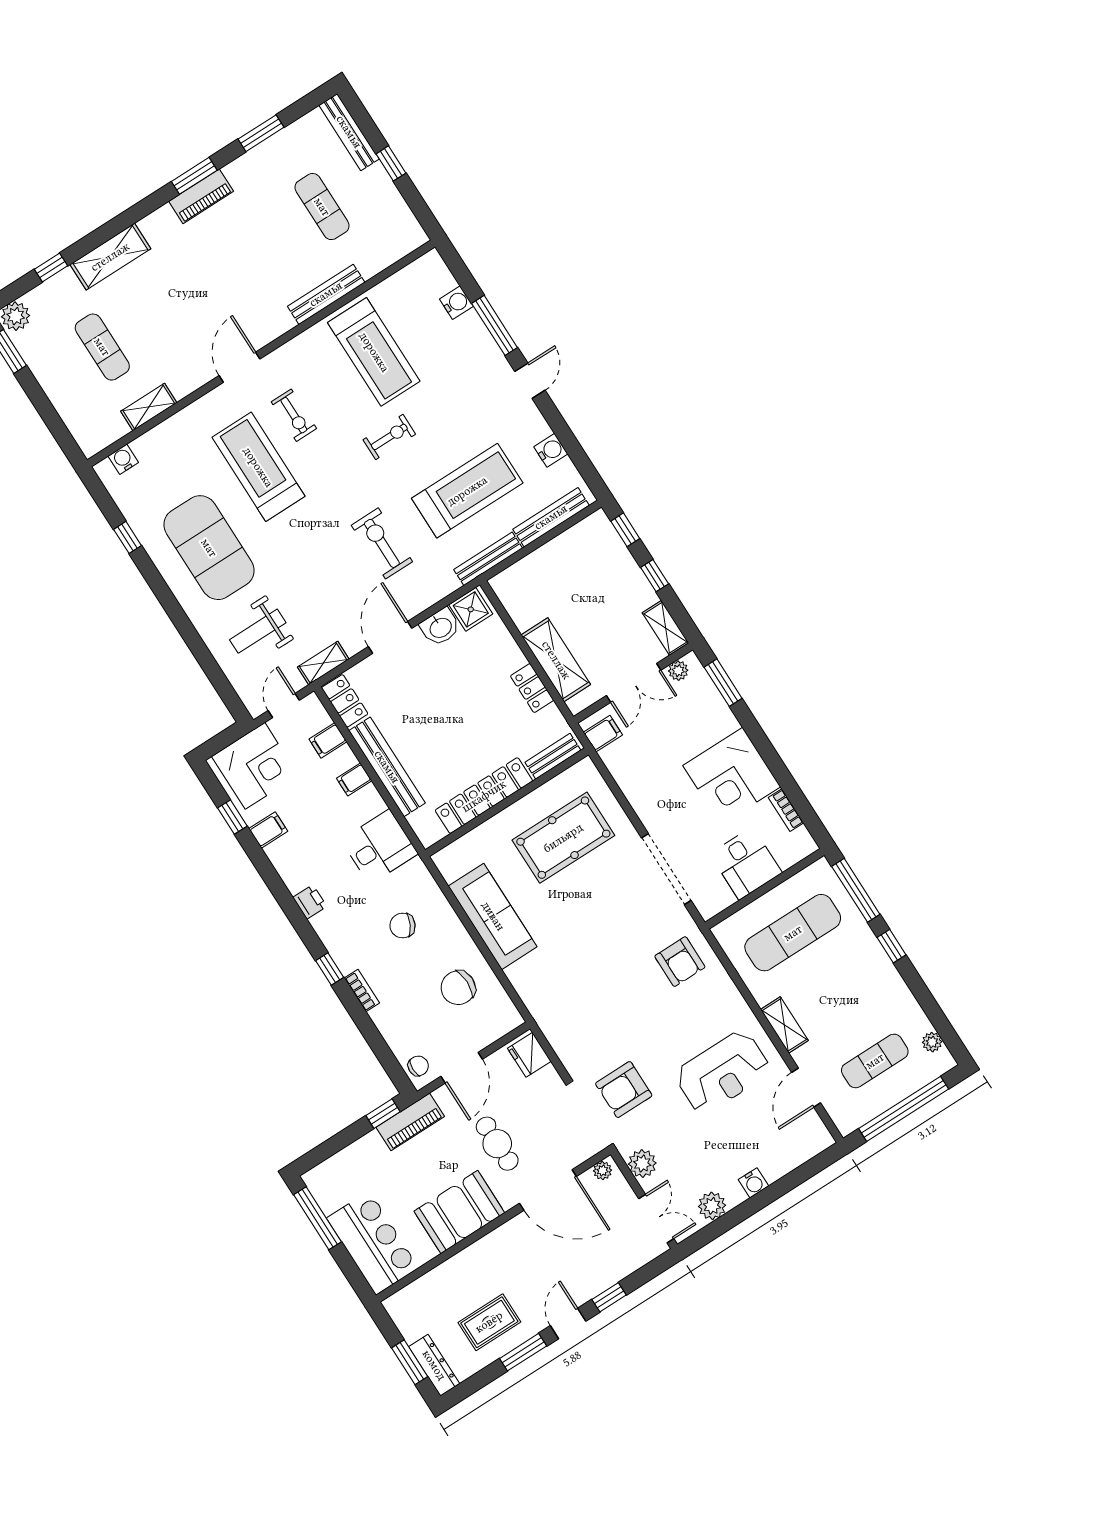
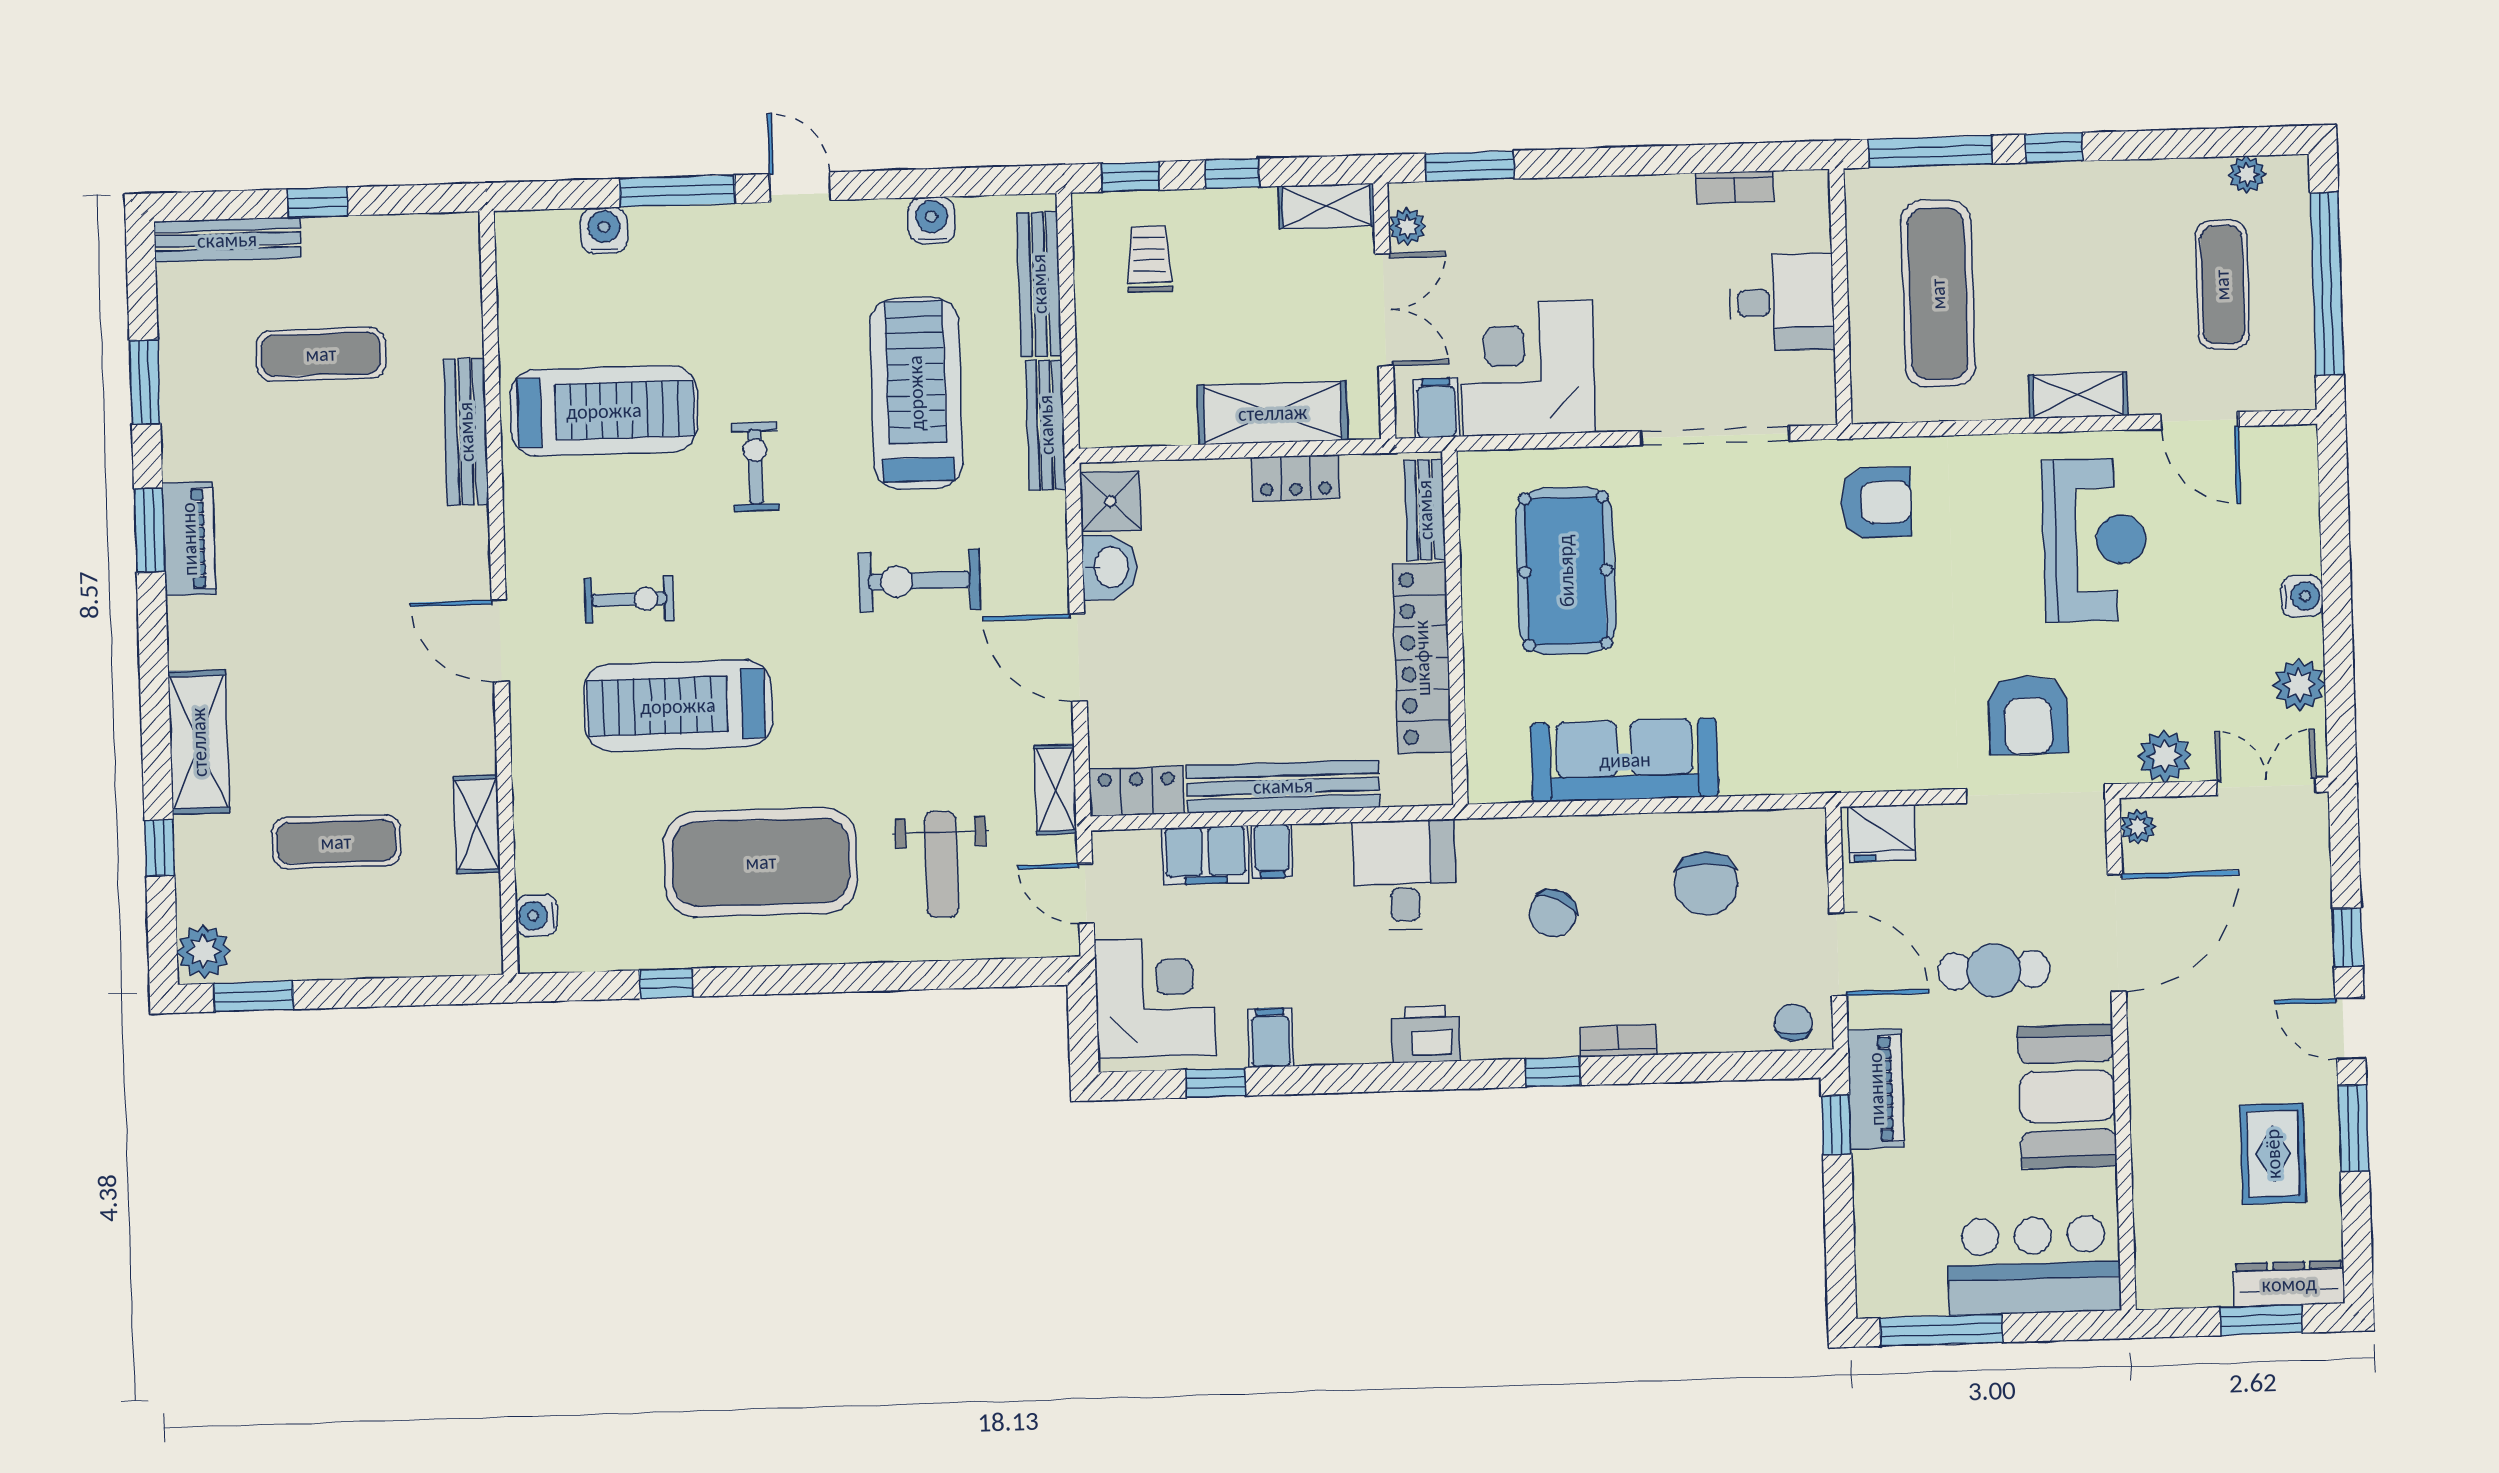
trolley: (593, 561) -> (1149, 259), added
filing cabinet: (328, 740) -> (1205, 855), width x2.00
corner desk: (732, 776) -> (1527, 368), moved, turned 180
printer: (310, 902) -> (1426, 1034), width x1.36, depth x1.24

